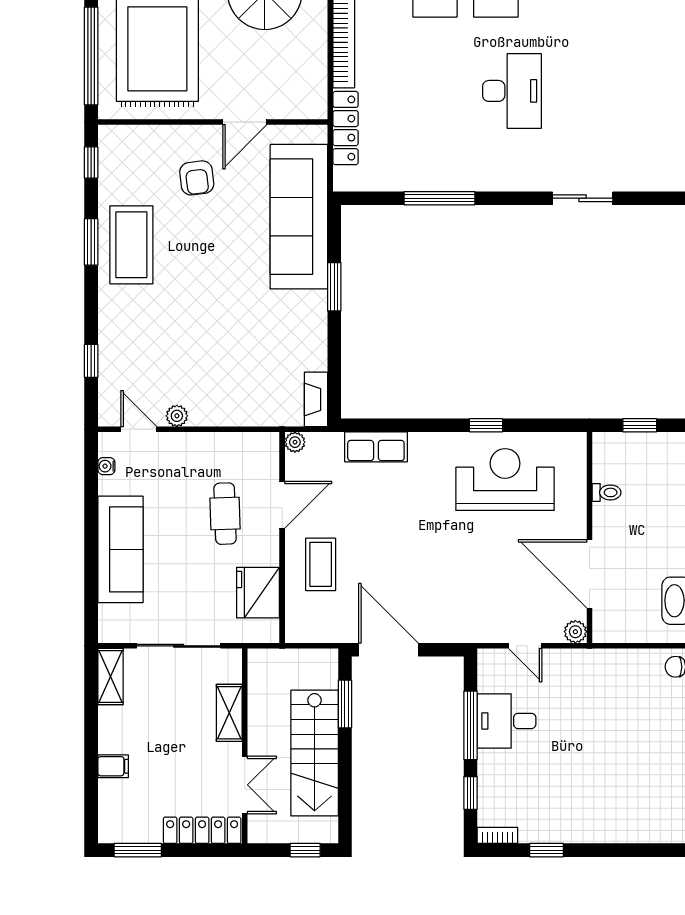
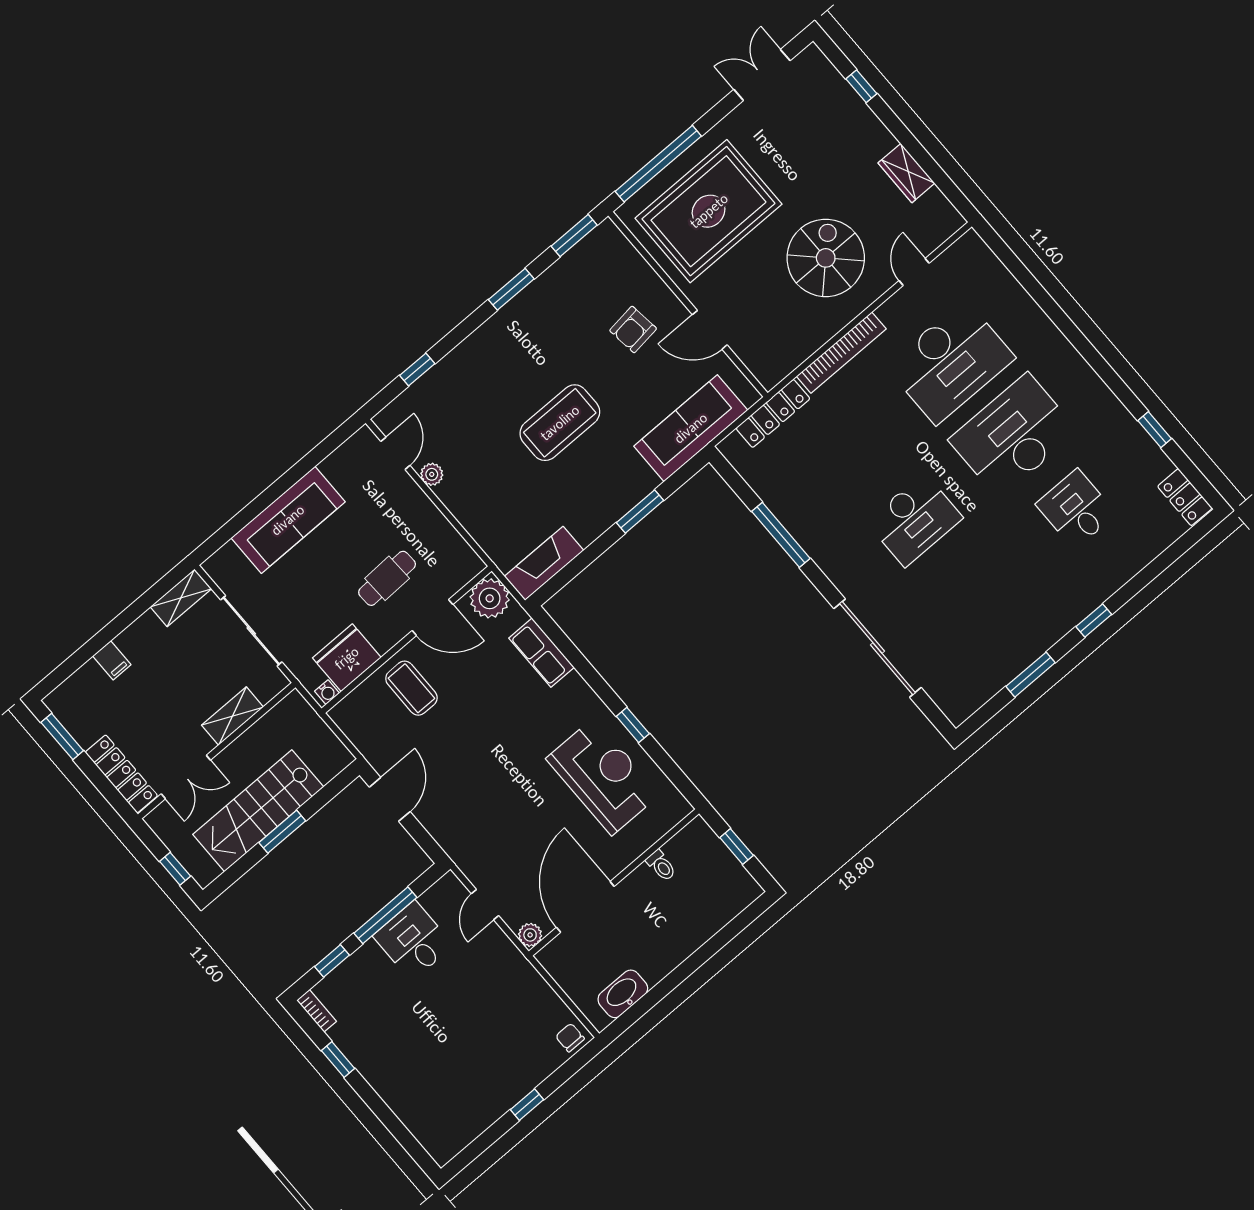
window: (91, 162) -> (574, 236), width x1.50
sliding door: (583, 198) -> (877, 648), width x1.86
sofa: (299, 217) -> (691, 428), width x0.74, depth x0.79
coffee table: (131, 245) -> (560, 423), moved
fireplace: (316, 399) -> (544, 563), width x1.37, depth x1.32
plant: (295, 442) -> (490, 598), width x1.87, depth x1.87
water cooler: (106, 466) -> (327, 692), moved, turned 180
coffee table: (321, 564) -> (411, 688), turned 90
door: (388, 650) -> (390, 799), width x0.73
window: (345, 704) -> (282, 832), moved

